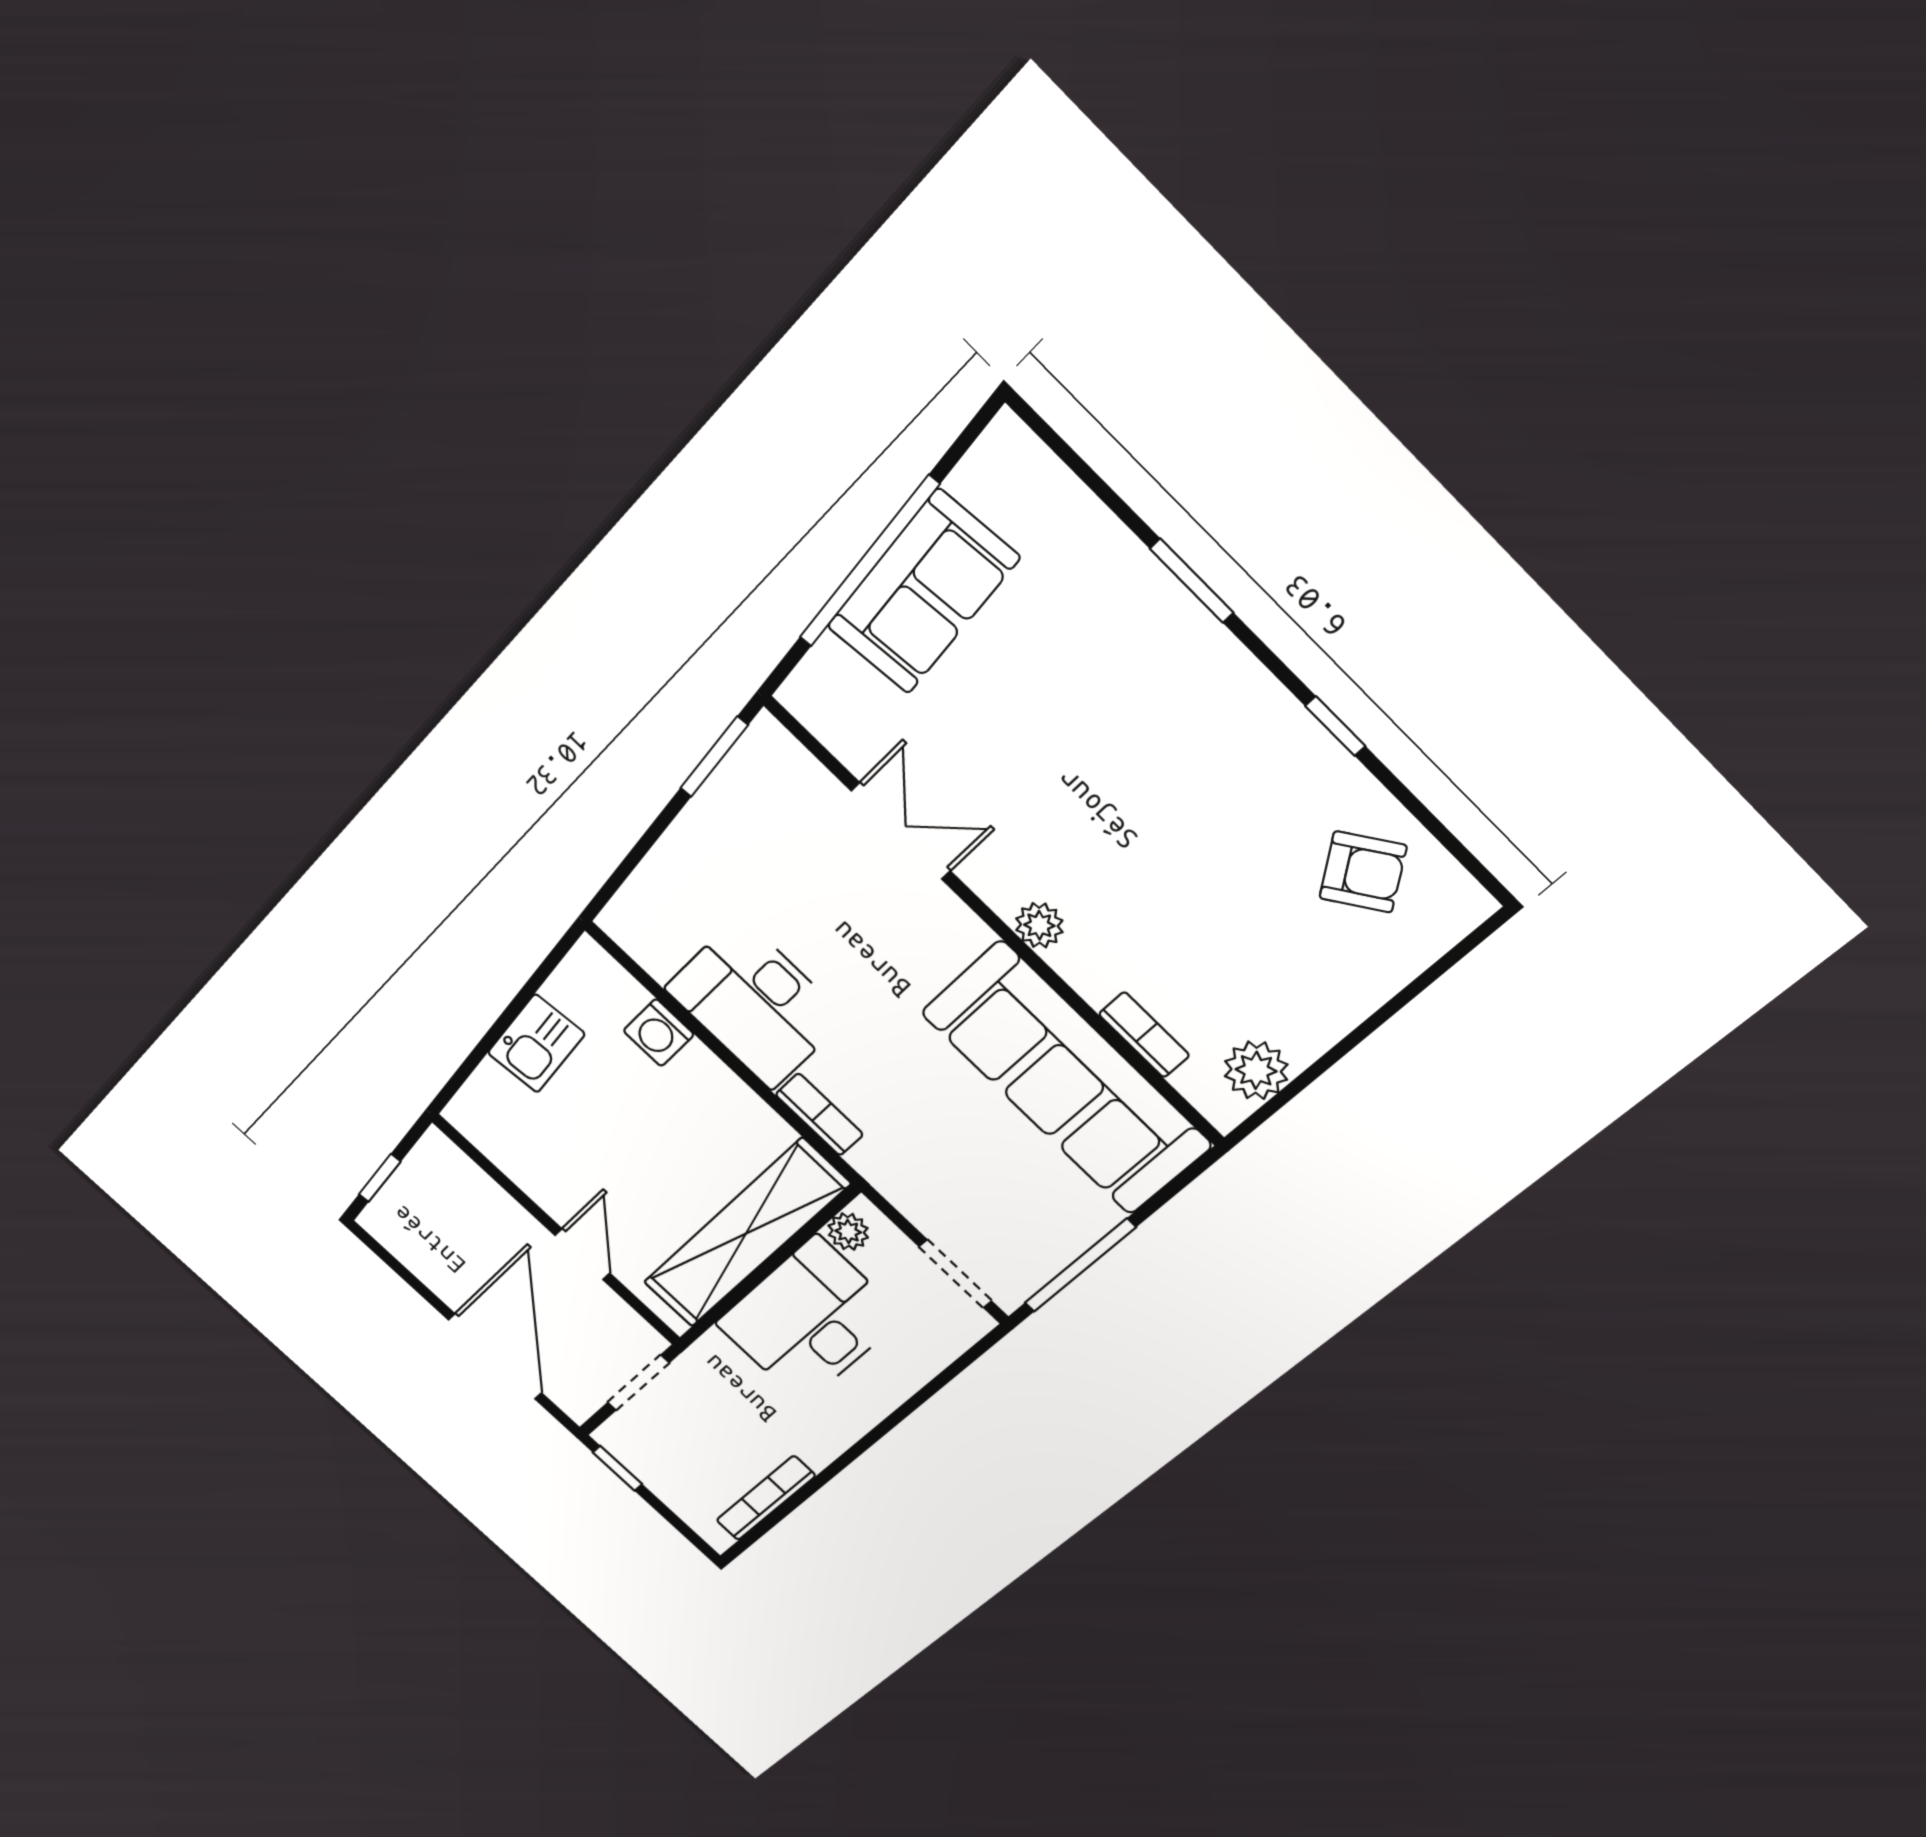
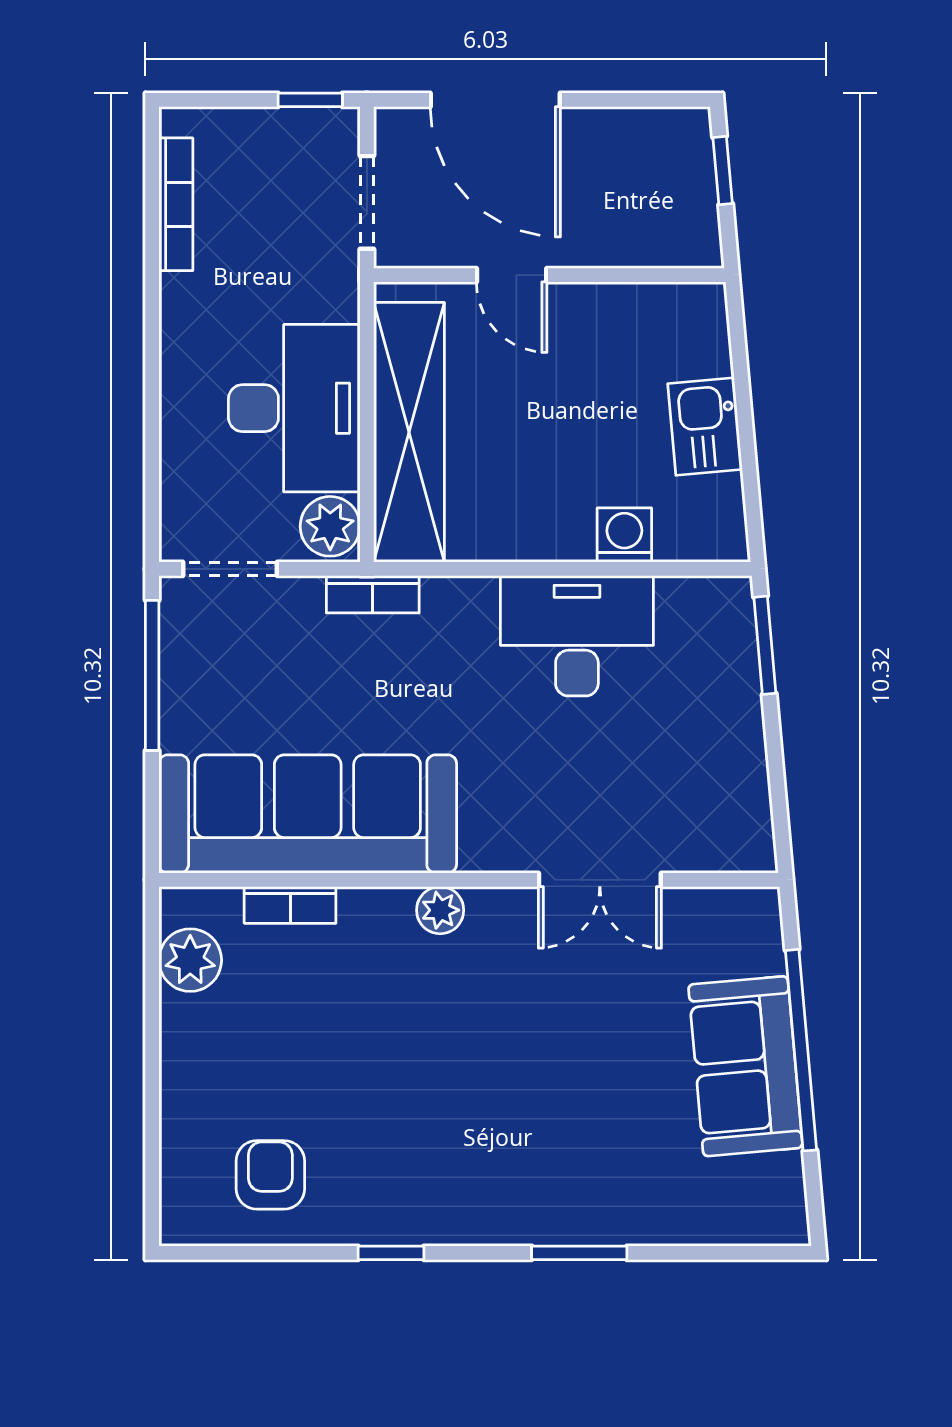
window: (714, 757) -> (765, 645), moved
armchair: (1363, 872) -> (270, 1175), turned 125
bookcase: (819, 1114) -> (373, 594), moved
plant: (848, 1232) -> (330, 526), width x1.38, depth x1.38

